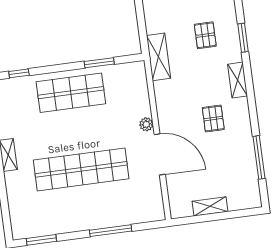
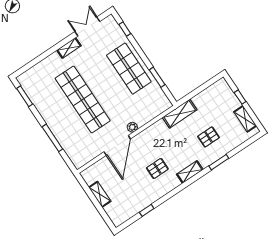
window: (259, 157) -> (147, 210), width x0.46

